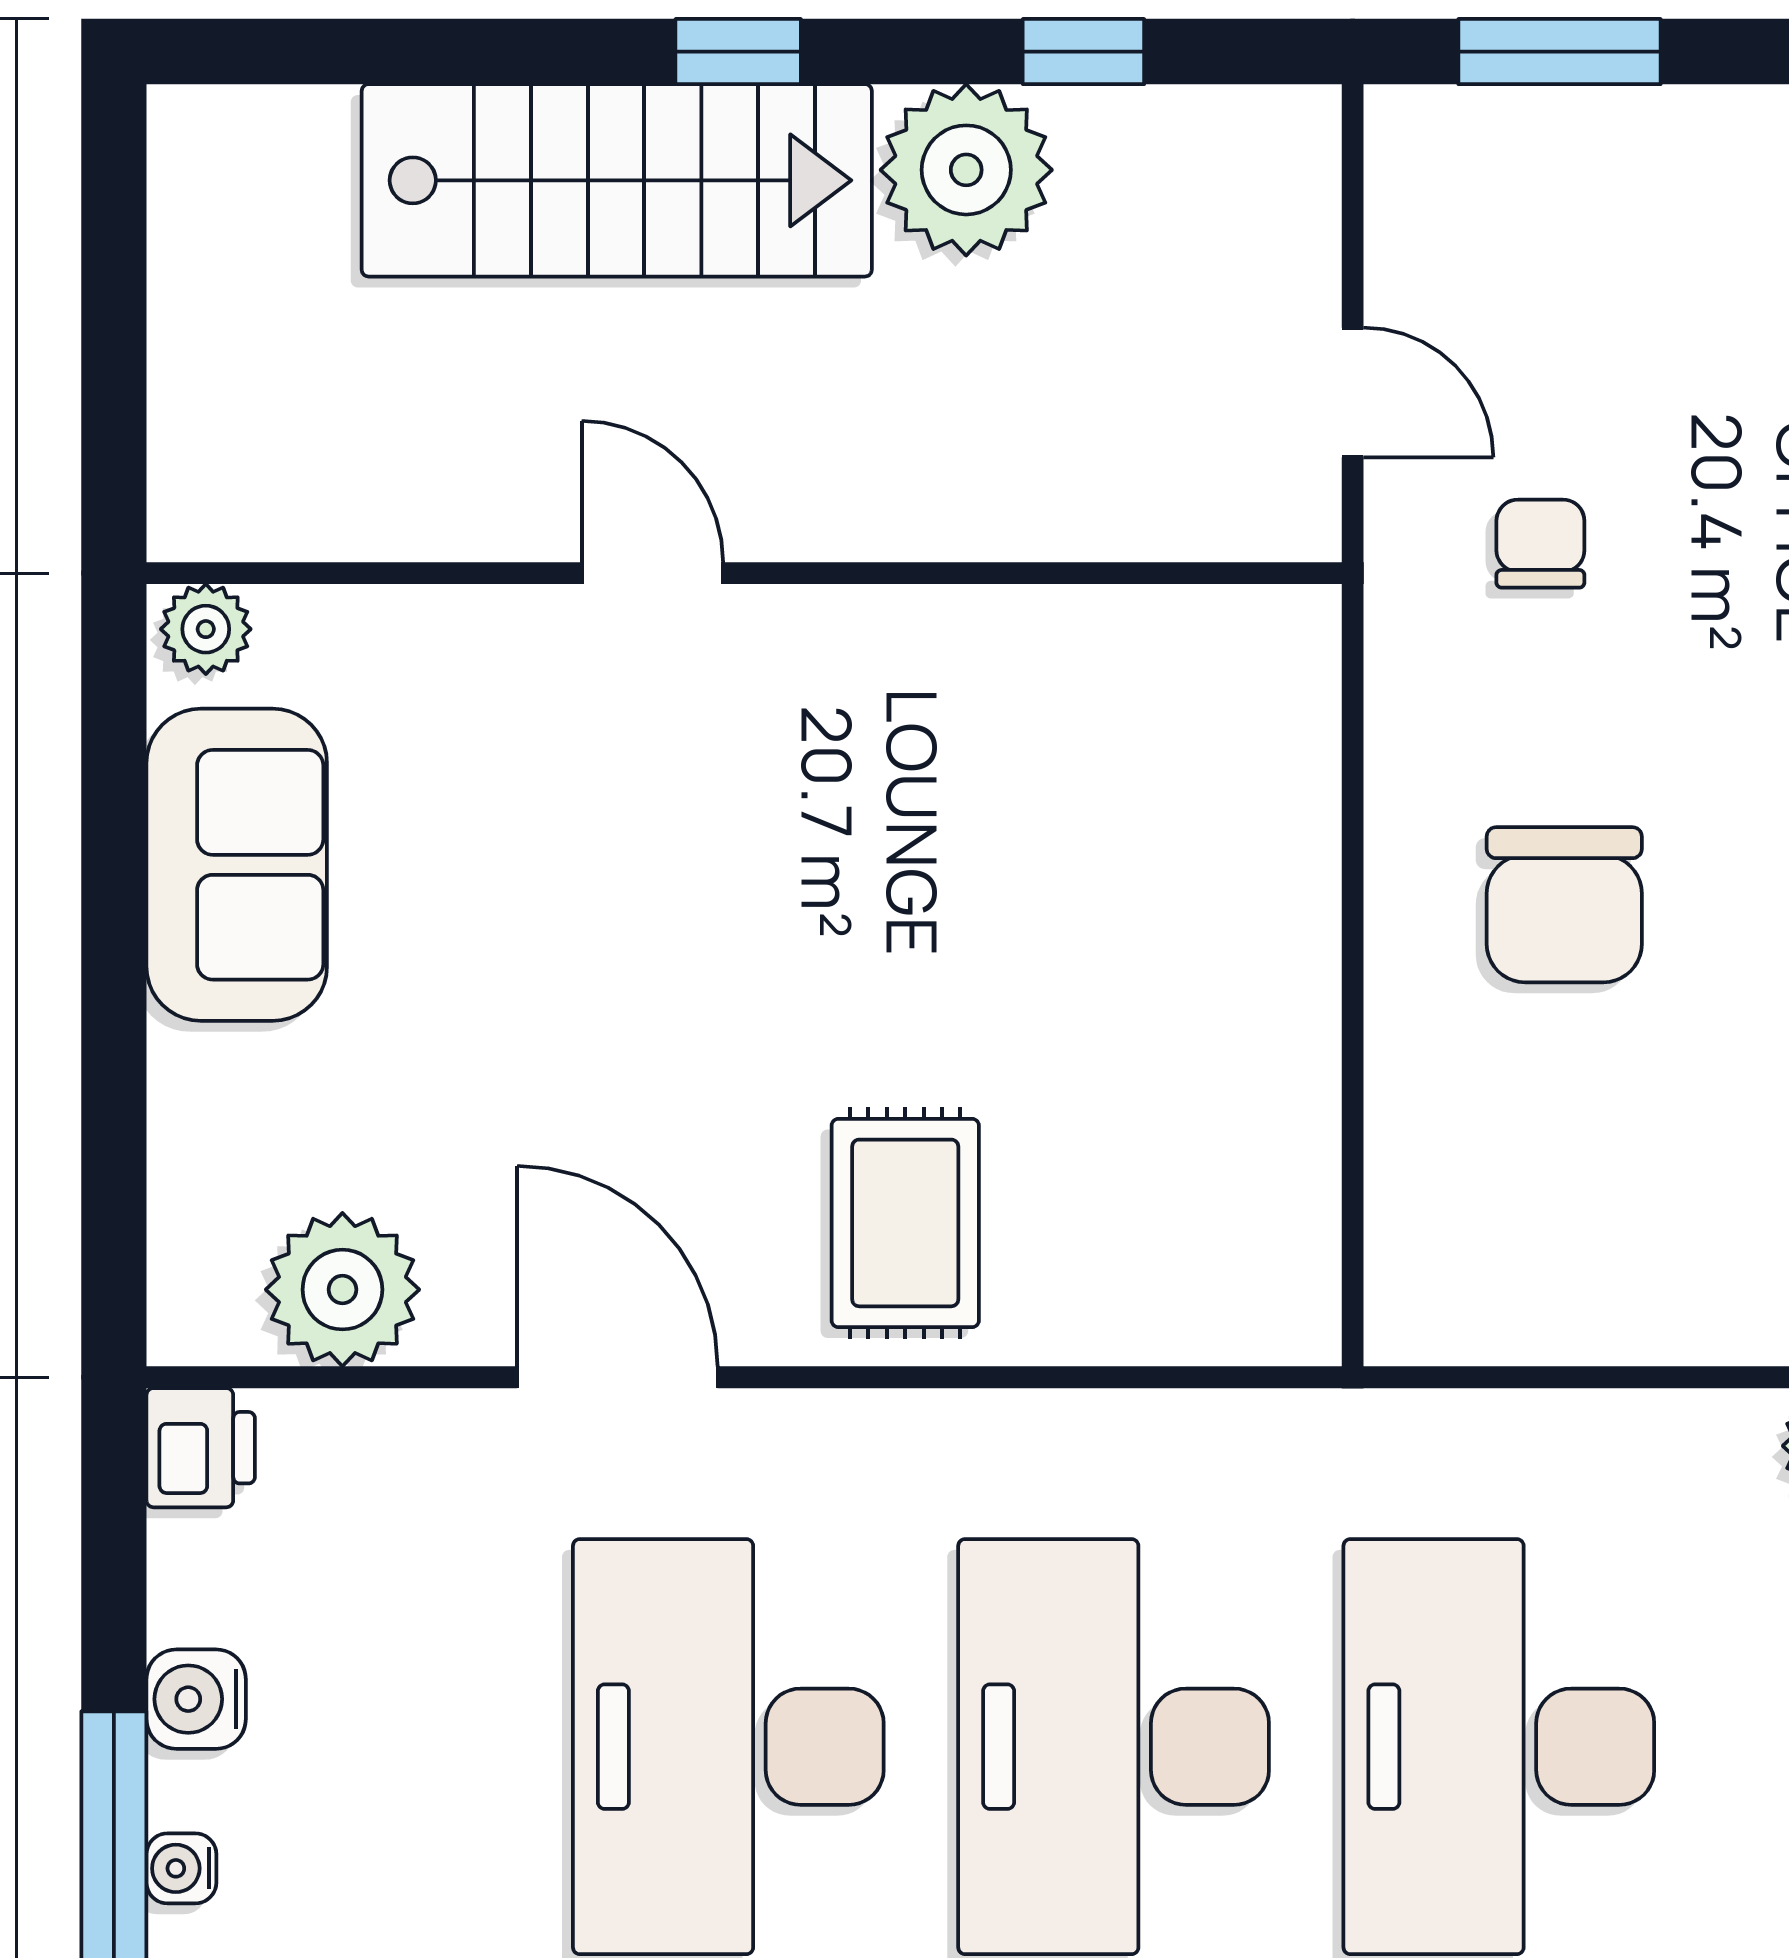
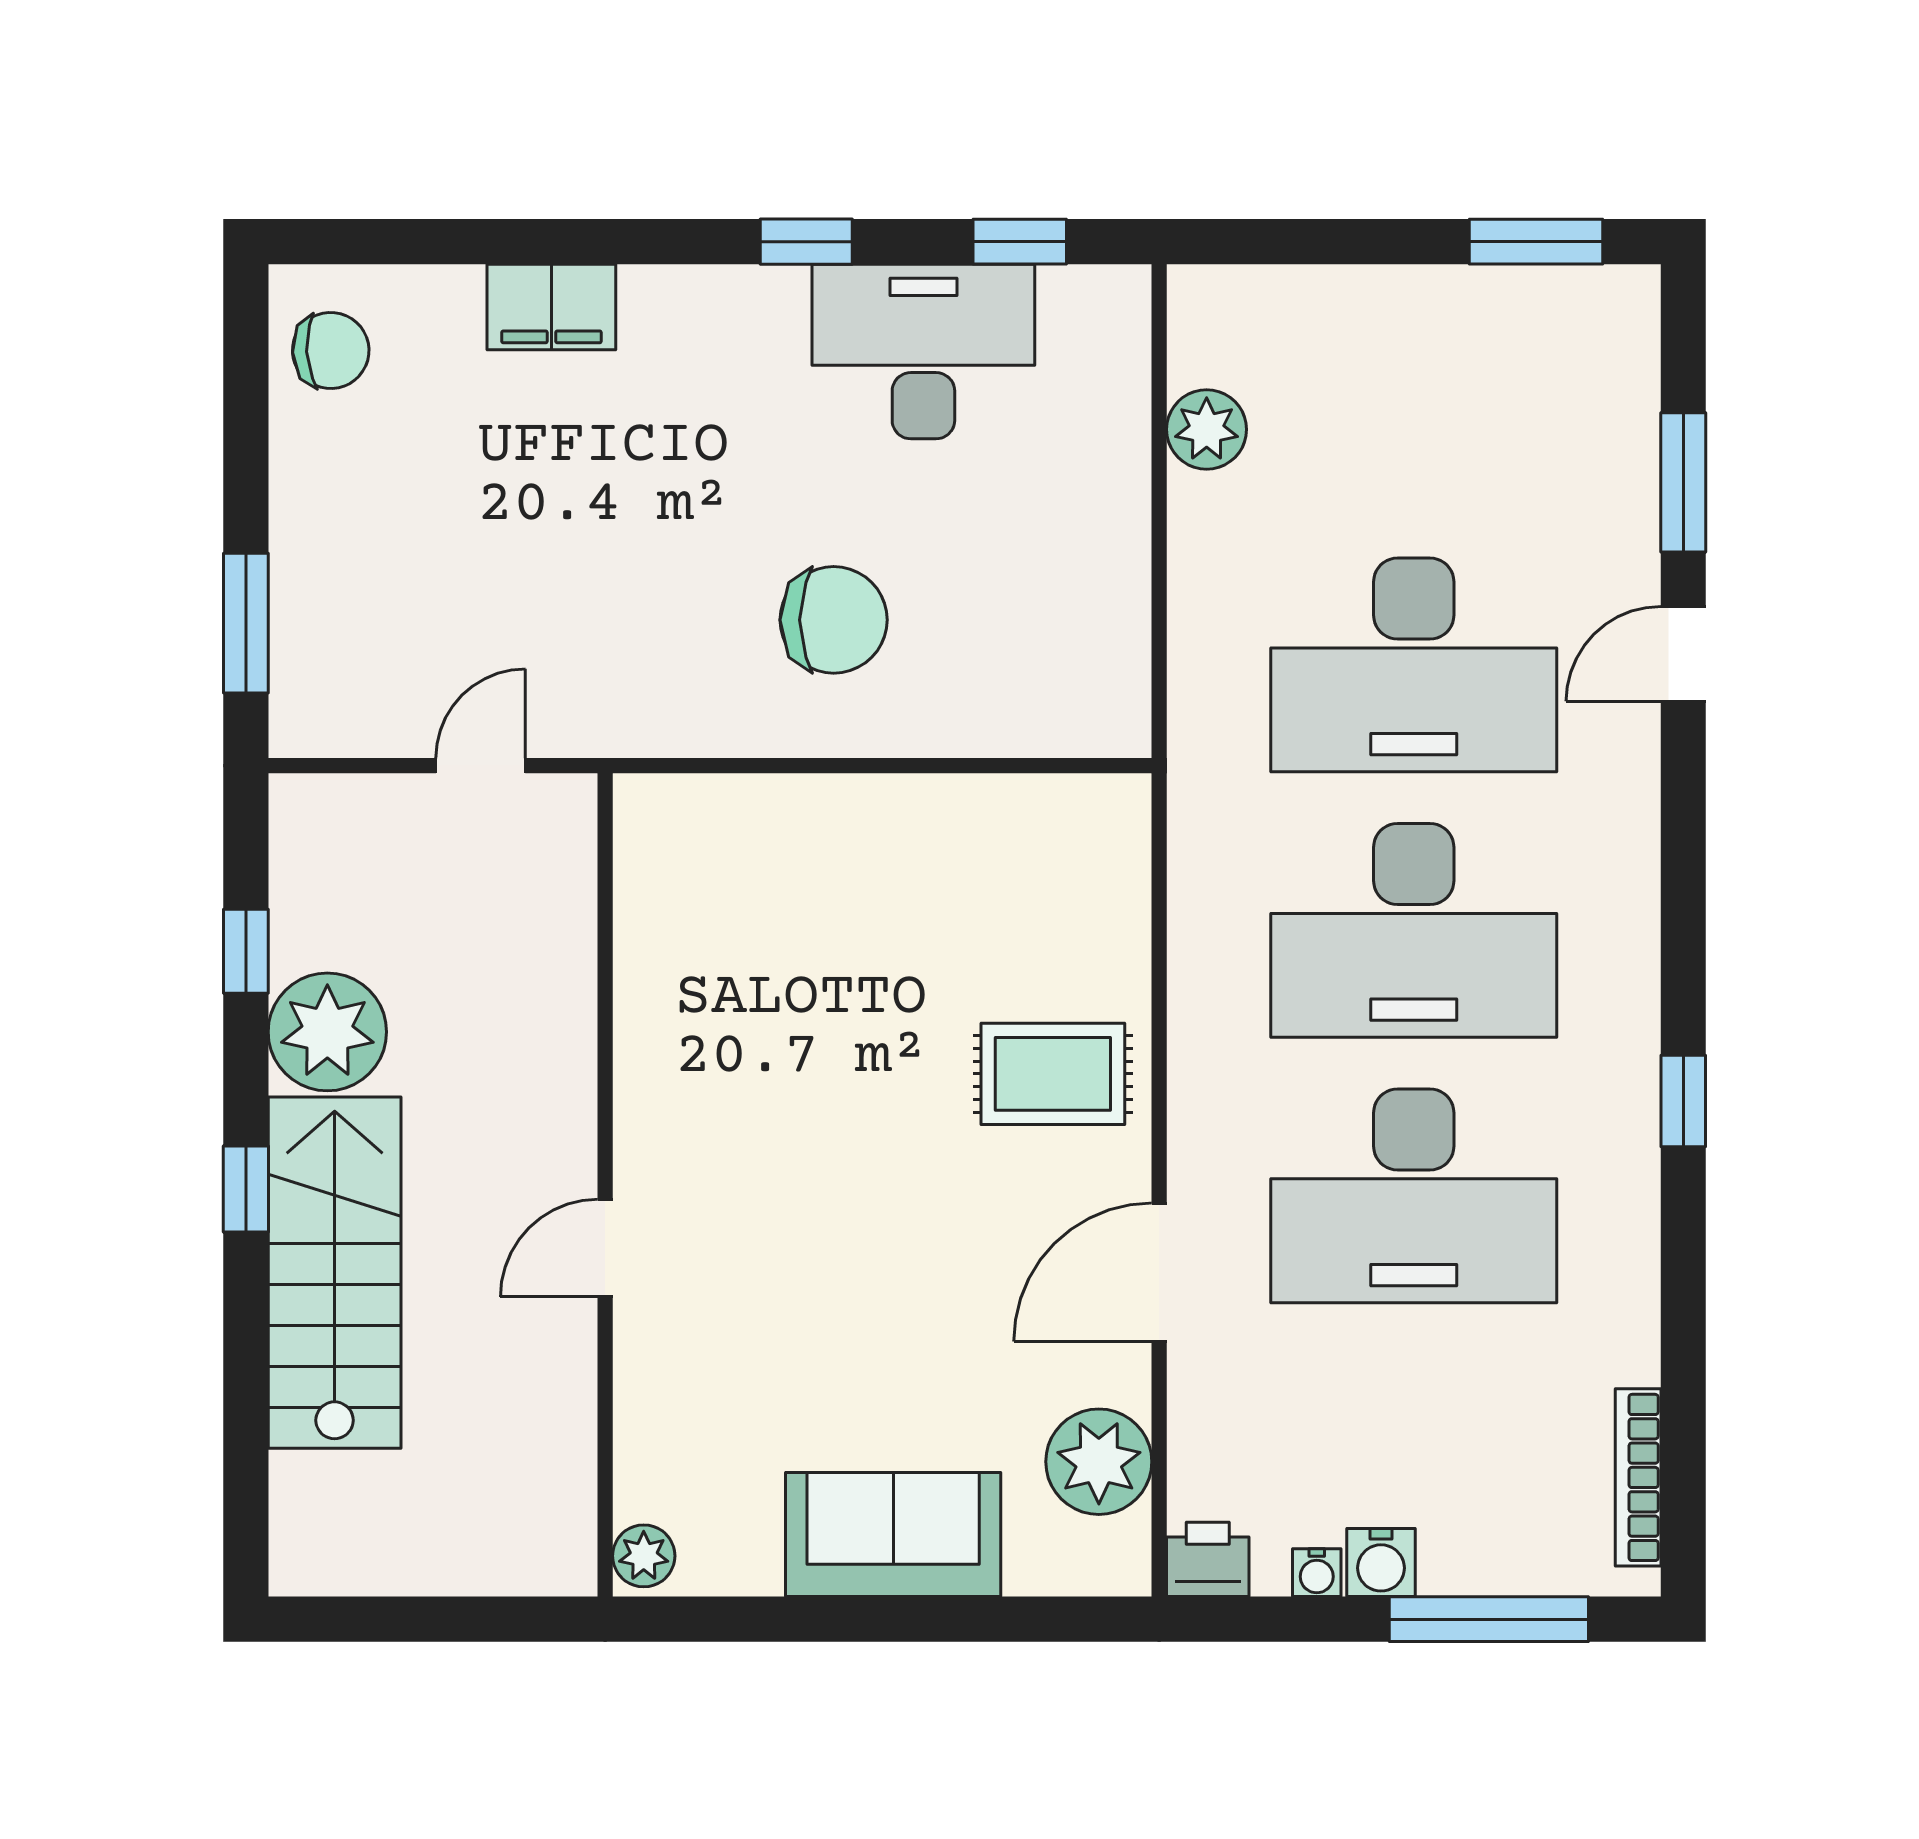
chair: (1540, 544) -> (585, 636), removed
sofa: (237, 865) -> (893, 1535), moved
water cooler: (181, 1868) -> (1317, 1573), moved

